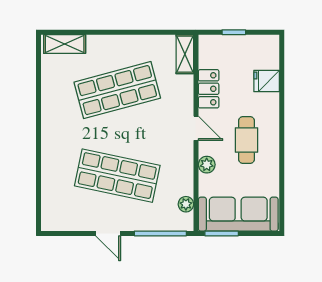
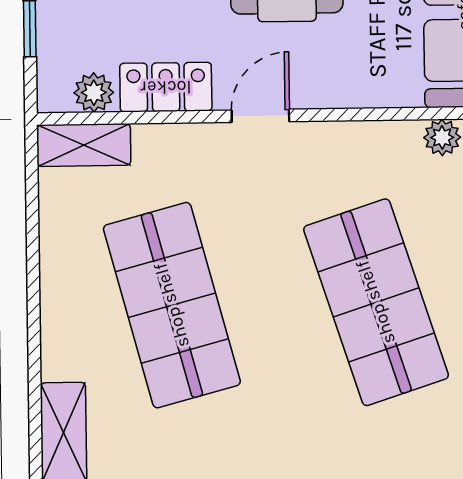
plant: (207, 165) -> (94, 93), moved
shop shelf: (117, 176) -> (376, 302), turned -30

